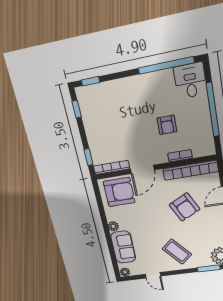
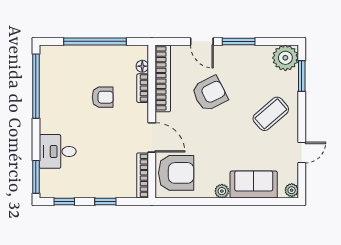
window: (90, 81) -> (36, 177), width x1.50
desk: (190, 81) -> (58, 151), moved
floor lamp: (198, 153) -> (142, 66), added
window: (88, 157) -> (105, 202), moved
armchair: (119, 192) -> (176, 173), turned 90

